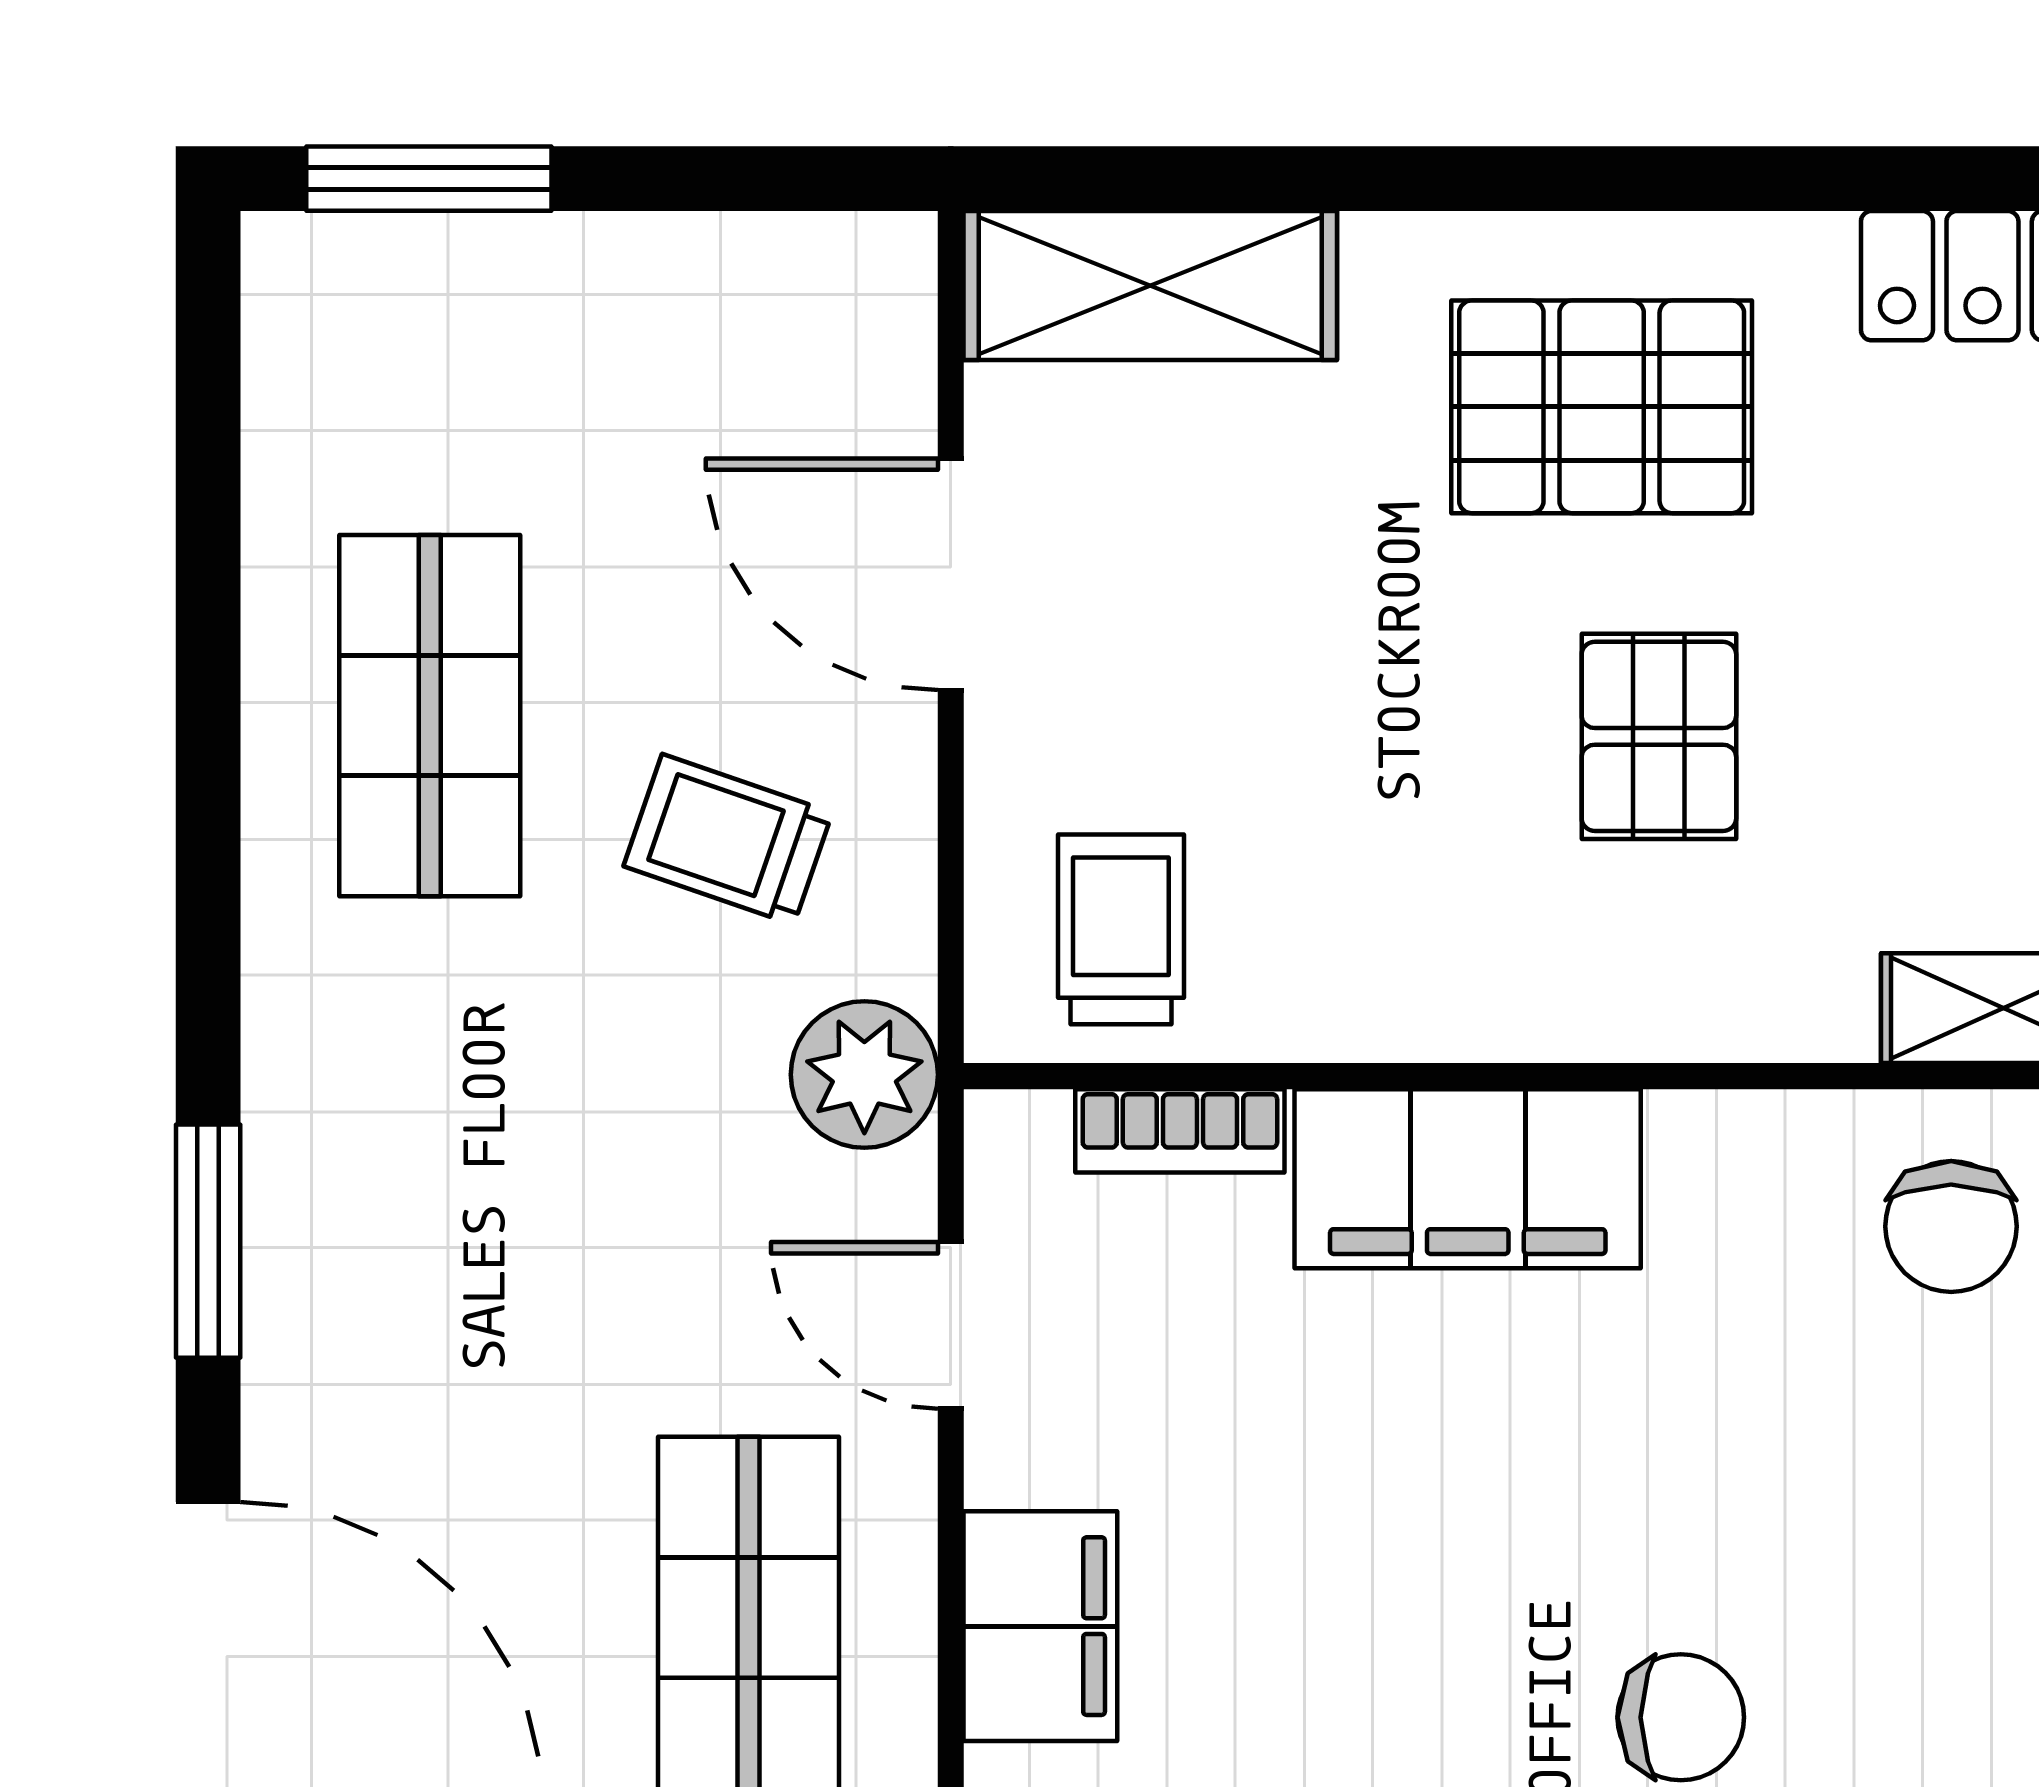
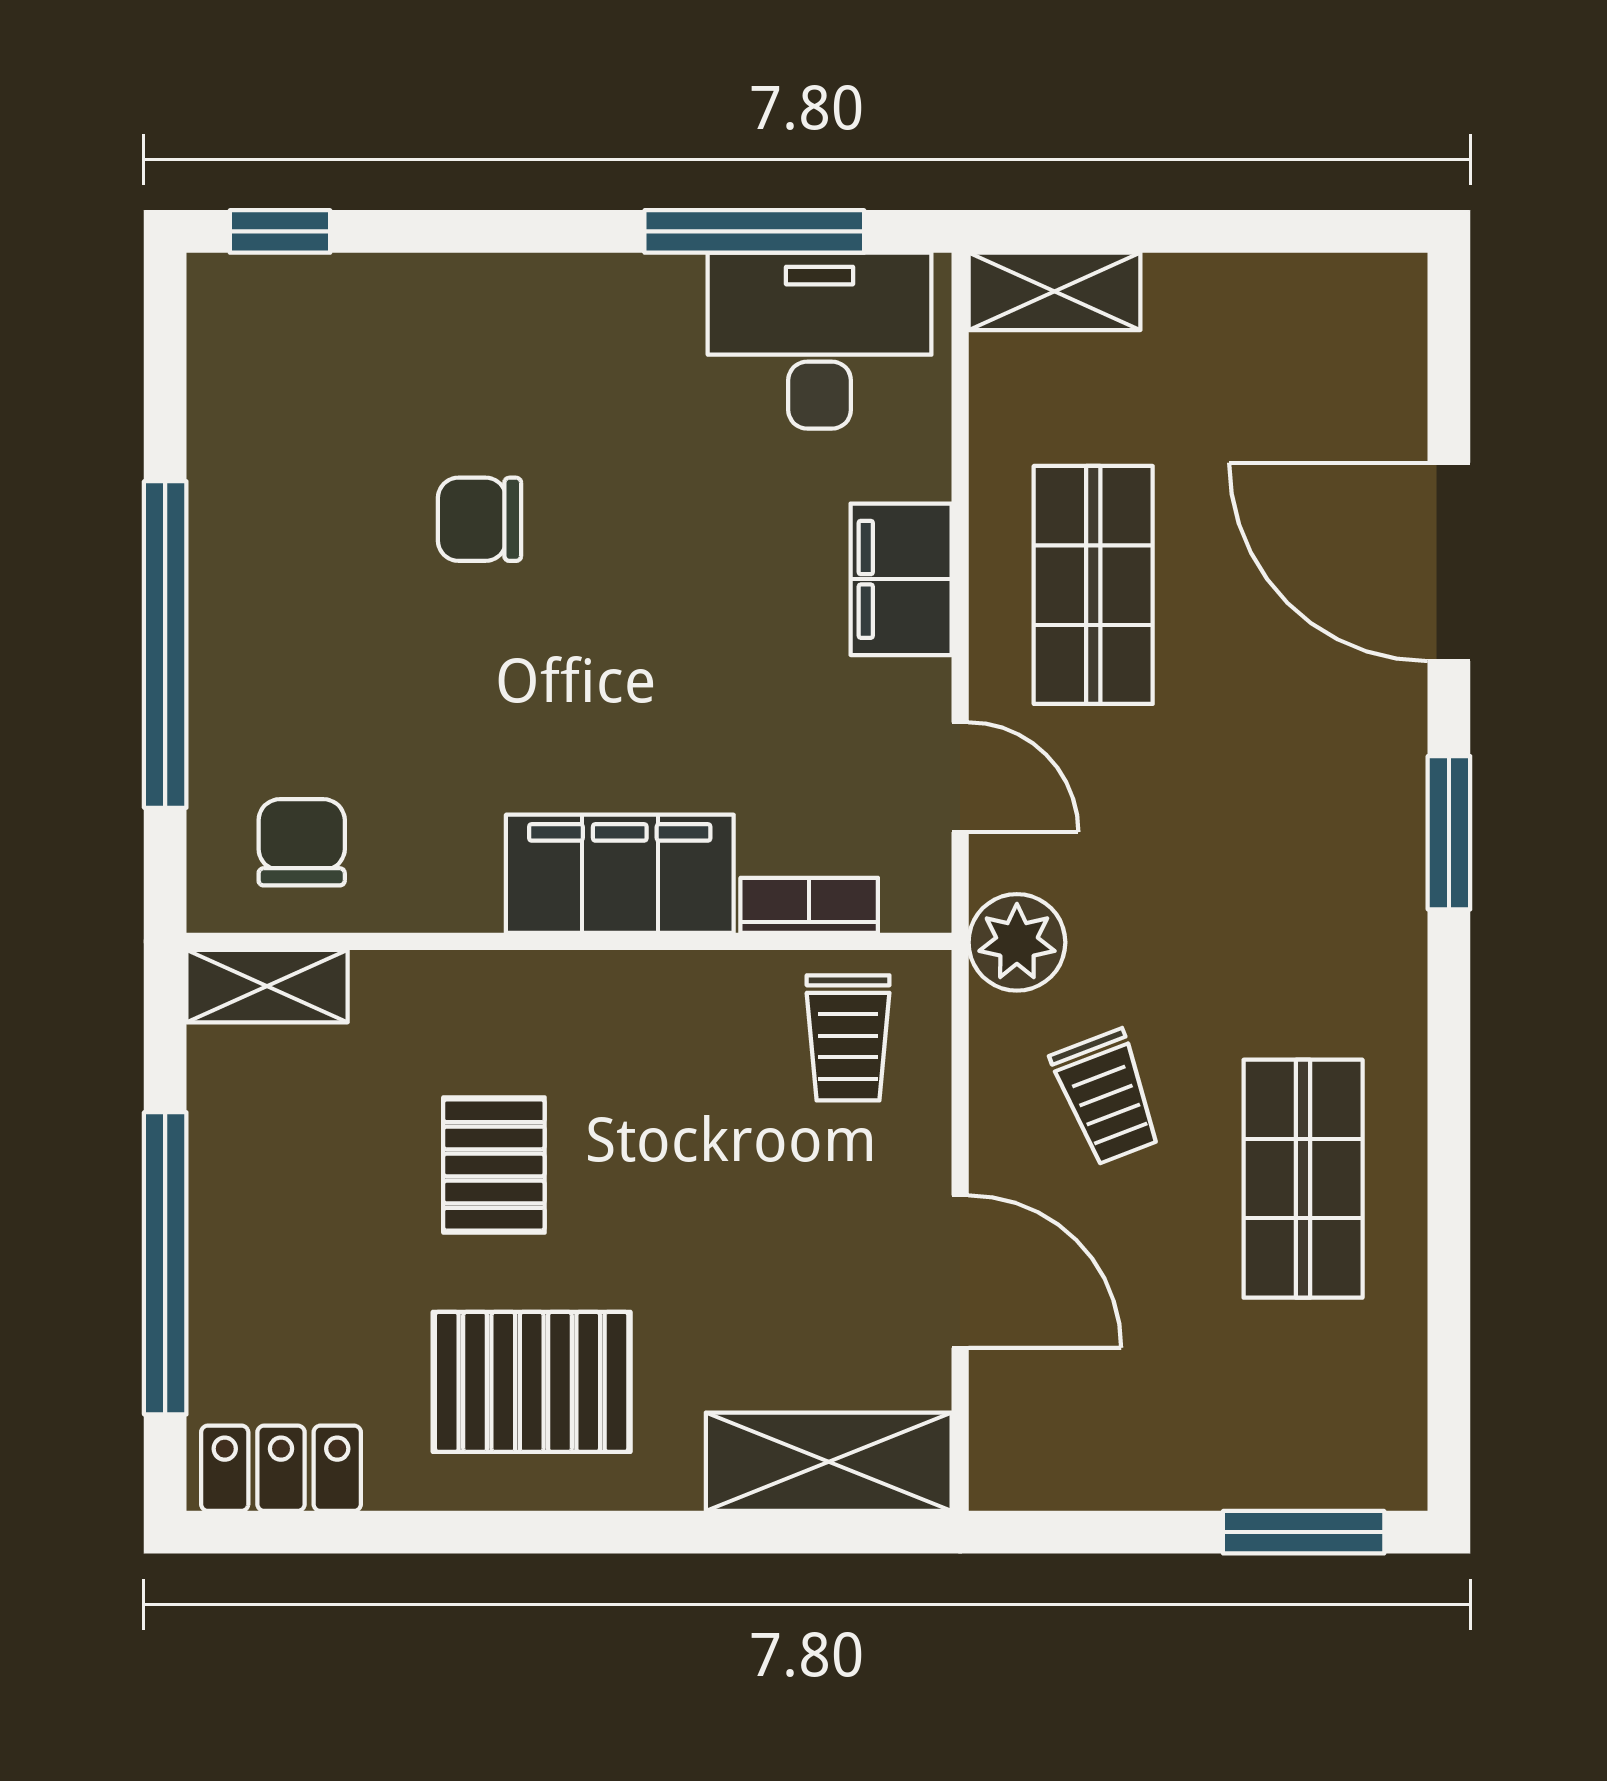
trolley: (728, 839) -> (1107, 1097), turned 50

